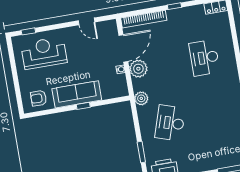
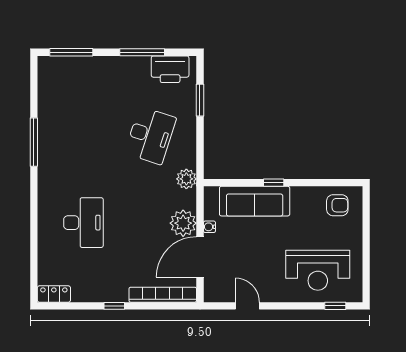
sofa: (77, 94) -> (255, 201), moved

